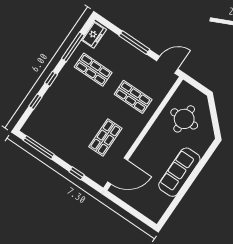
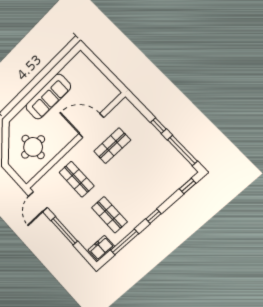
door: (167, 65) -> (38, 202), hinge flipped
window: (35, 102) -> (188, 186), moved
door: (118, 171) -> (91, 125), moved
window: (77, 173) -> (158, 126), moved

